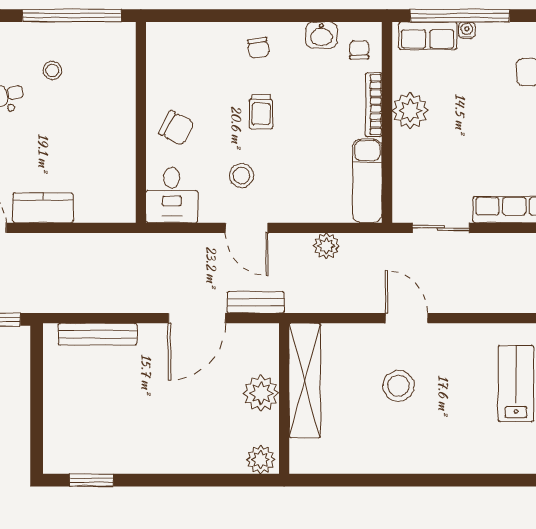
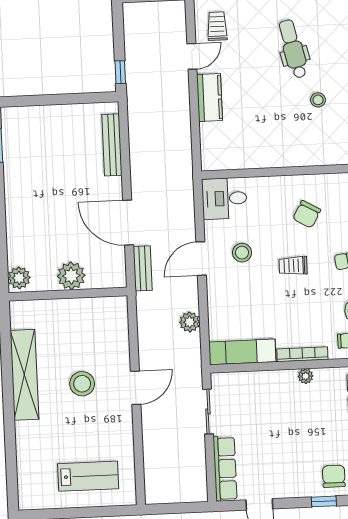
plant: (410, 111) -> (306, 376), width x0.53, depth x0.53
chair: (176, 128) -> (307, 214), moved
shelving: (305, 380) -> (24, 375), moved, turned 90

